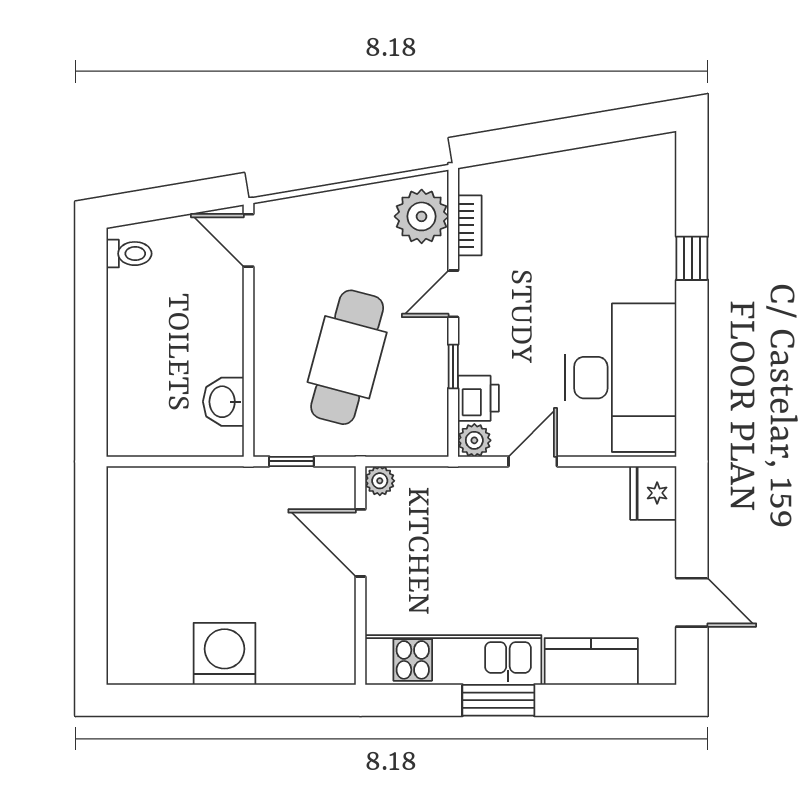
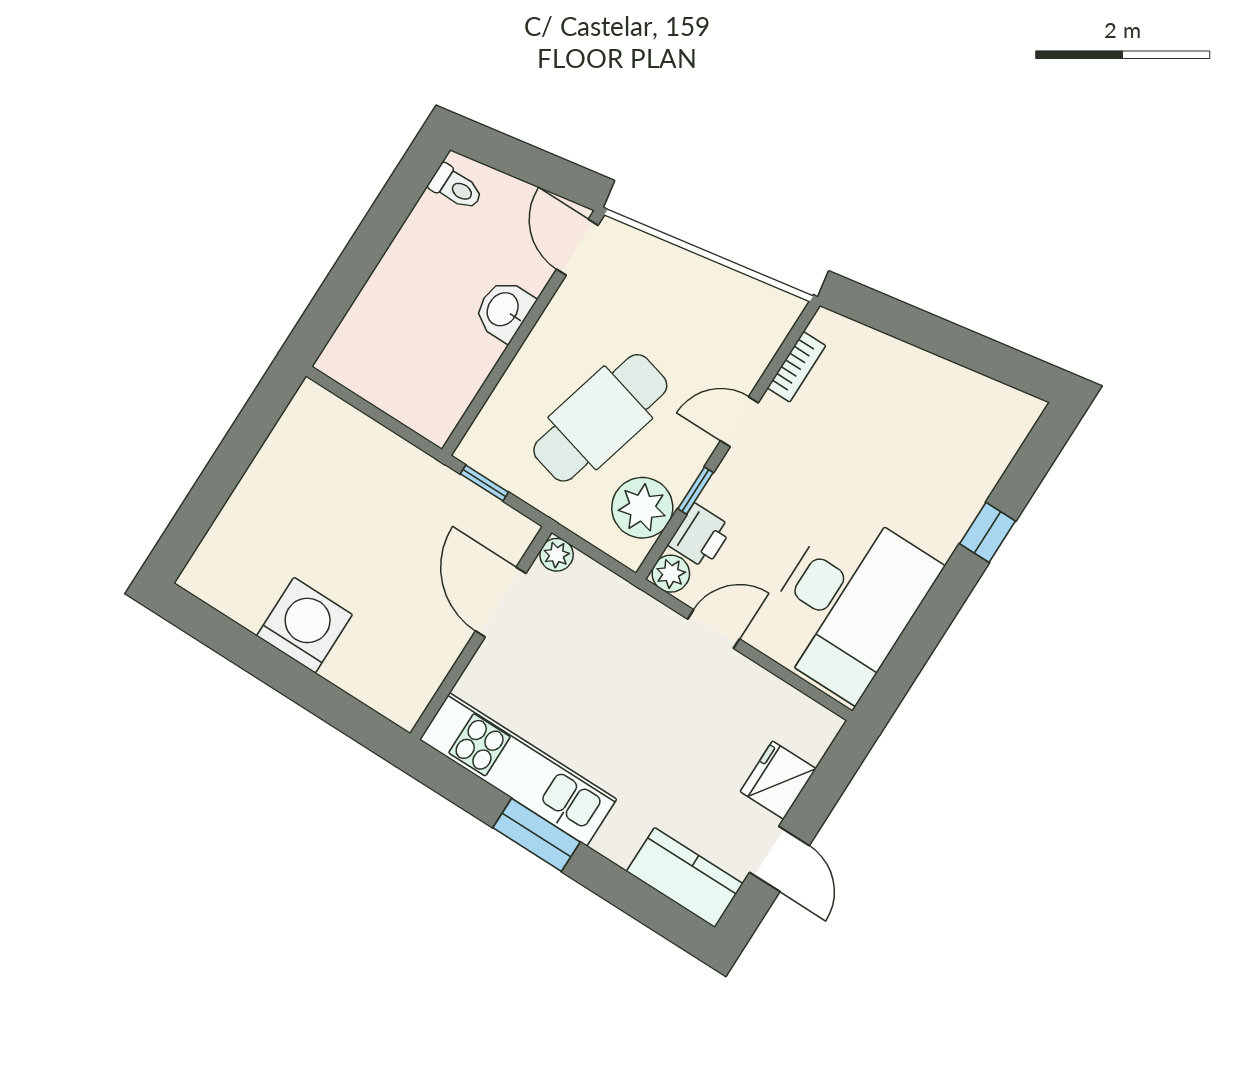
plant: (422, 216) -> (642, 508), moved
washbasin: (223, 402) -> (504, 310), moved
fridge: (653, 493) -> (778, 780), moved
kitchen counter: (591, 661) -> (685, 878), moved

